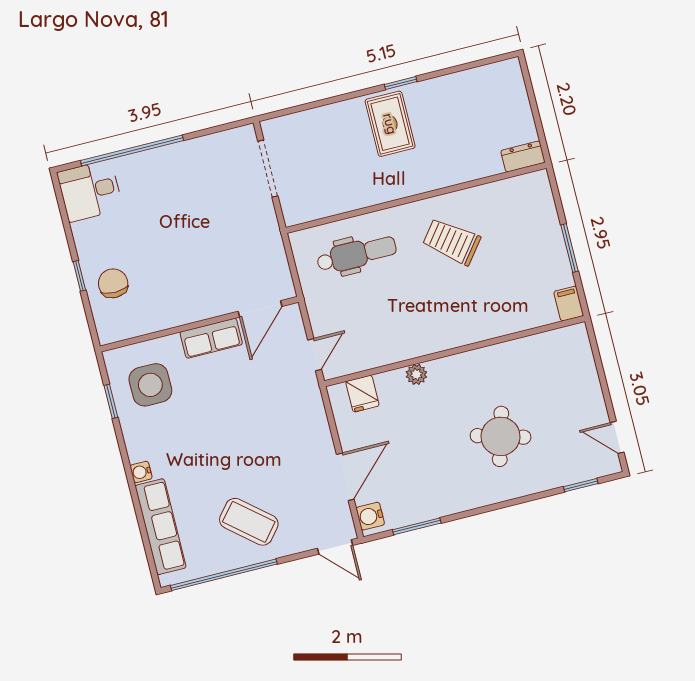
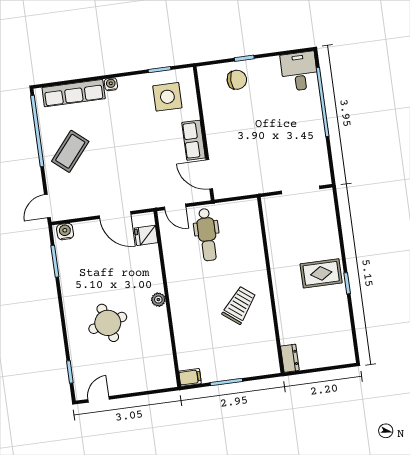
dental chair: (357, 254) -> (207, 235), moved
plant: (416, 374) -> (158, 300), moved
round table: (501, 436) -> (108, 323), turned -31
door: (345, 477) -> (115, 215), moved

